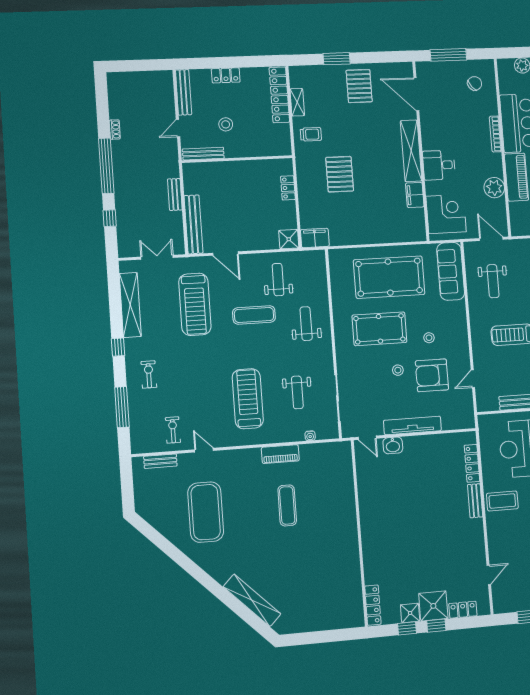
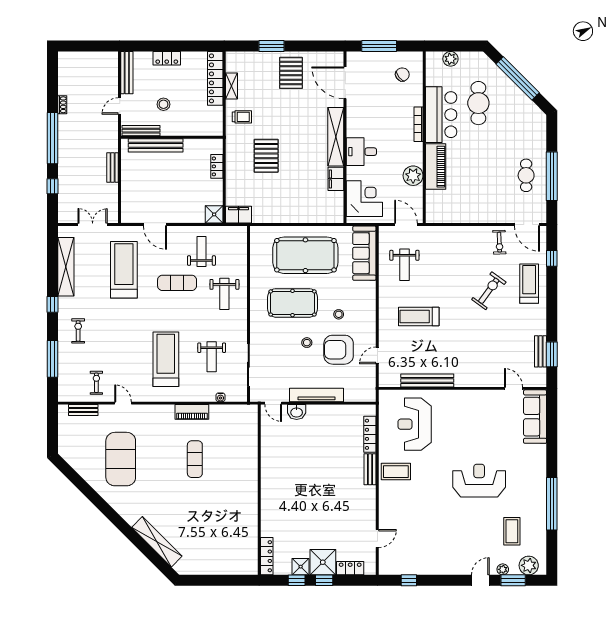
bench: (194, 224) -> (156, 145), moved, turned 90
treadmill: (195, 304) -> (124, 270), turned 180
weight bench: (306, 324) -> (224, 294), turned 180

